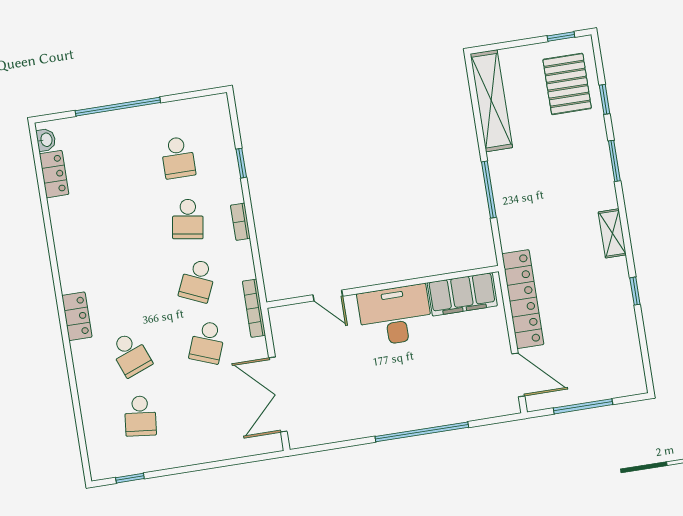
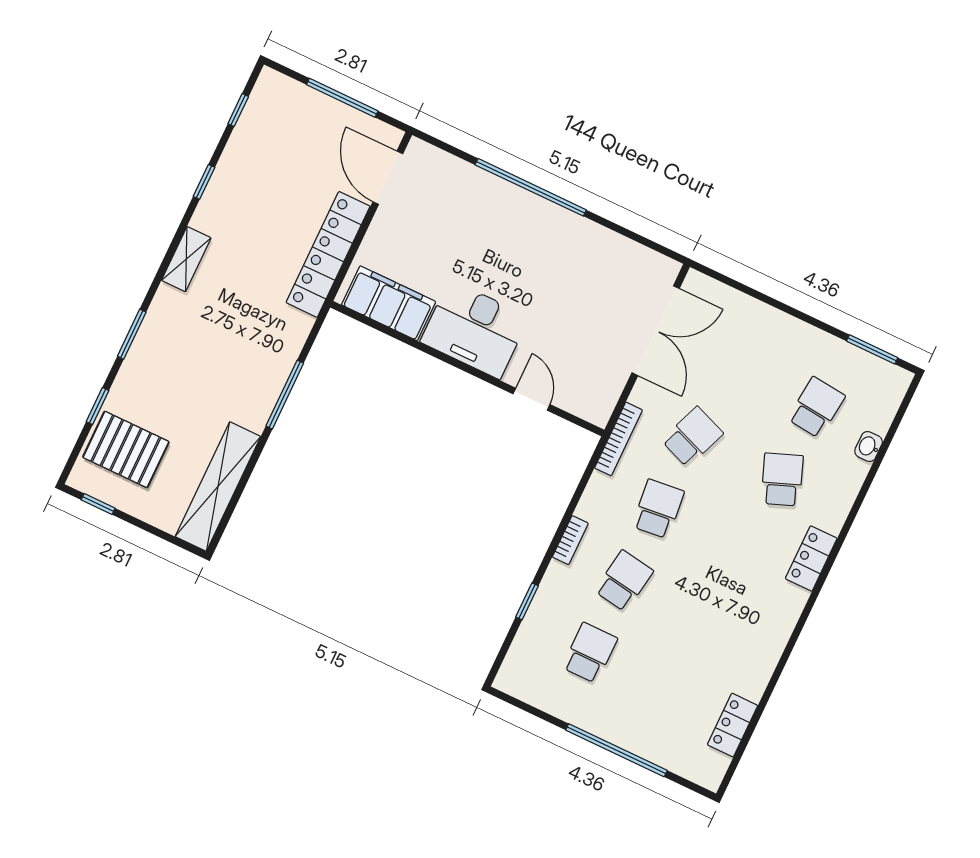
pallet: (567, 84) -> (126, 449), turned 90
washbasin: (46, 140) -> (869, 446), moved
school desk: (198, 281) -> (658, 509), turned -30
window: (645, 352) -> (238, 110), added
window: (130, 478) -> (872, 349), width x1.50

